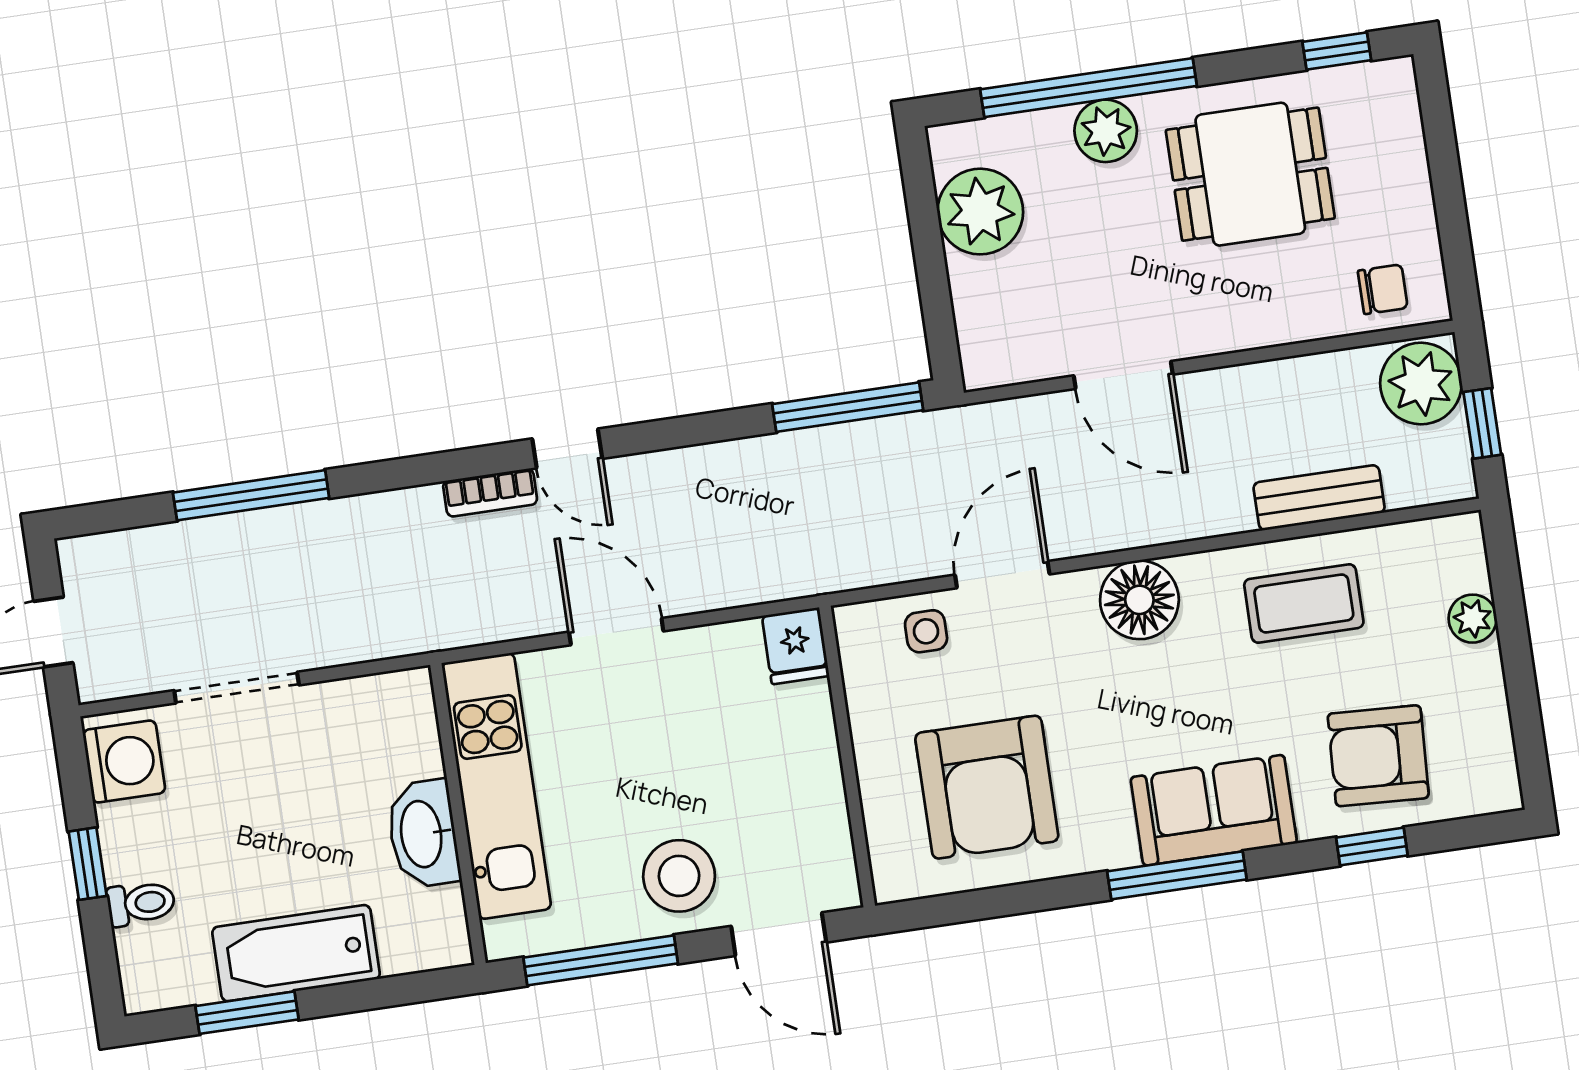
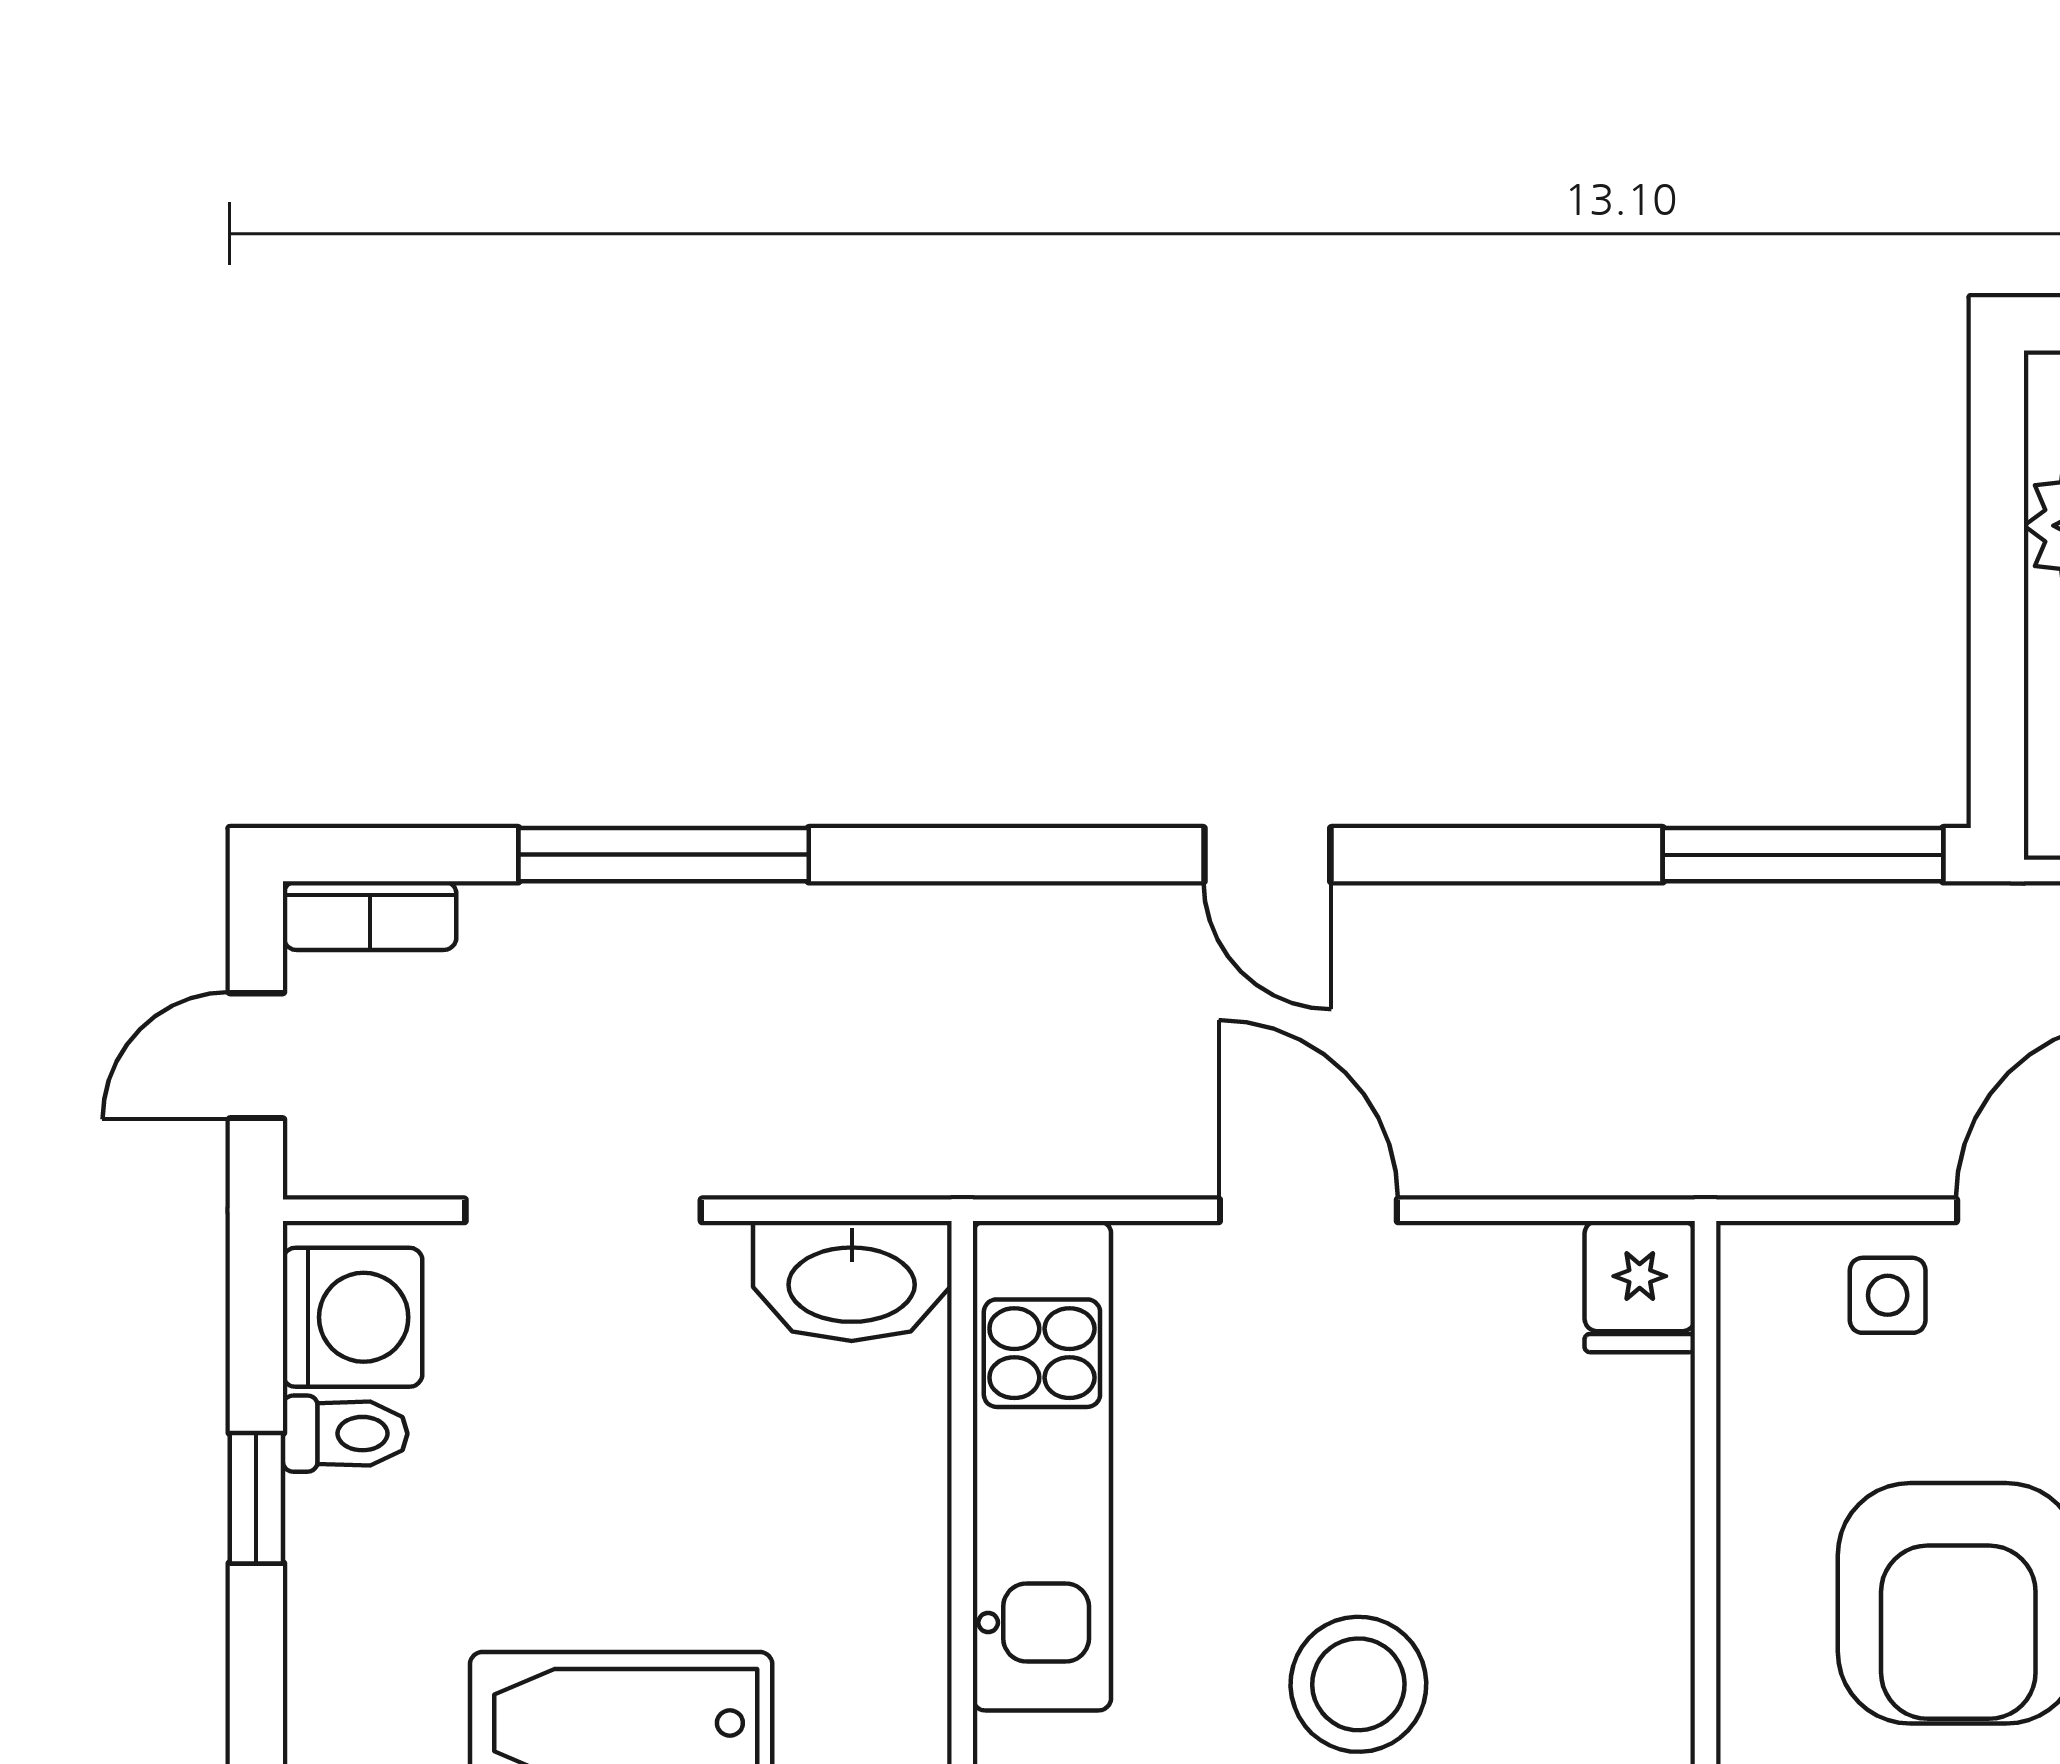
bookcase: (490, 493) -> (370, 916), moved
washbasin: (423, 834) -> (852, 1281), moved, turned -90
toilet: (141, 903) -> (345, 1434), moved

